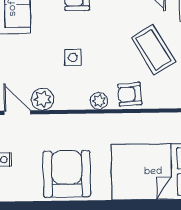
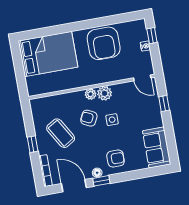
armchair: (130, 94) -> (89, 118), moved, turned -150
plant: (43, 99) -> (105, 93), moved

